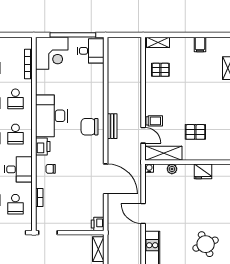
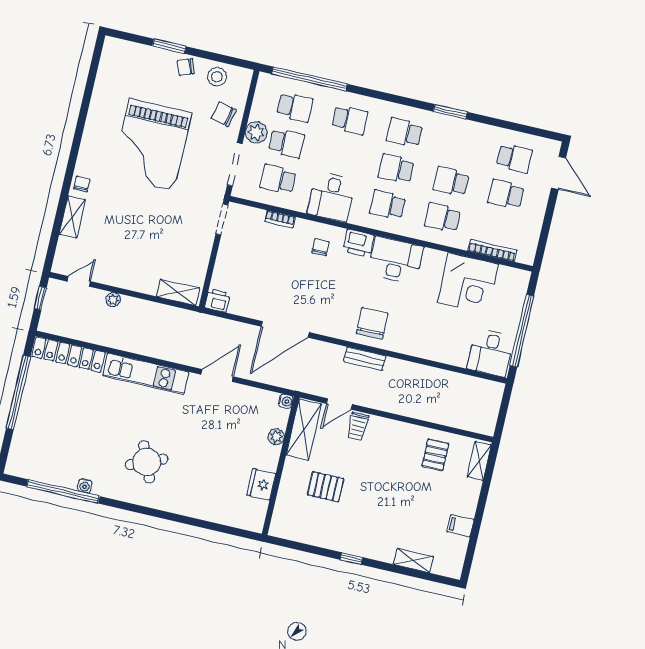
corner desk: (52, 53) -> (468, 283), moved, turned -90
desk: (51, 116) -> (396, 260), width x0.73, depth x0.77
pallet: (195, 132) -> (326, 487), turned 90

